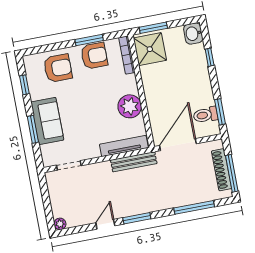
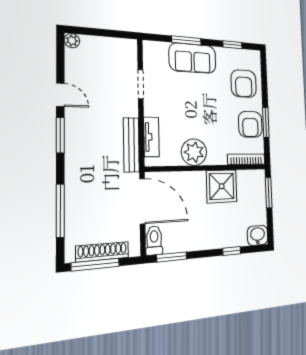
shower: (150, 49) -> (222, 186), moved
toilet: (206, 115) -> (154, 240), moved
tv unit: (124, 146) -> (152, 137), width x0.71
doorway: (69, 165) -> (141, 84), moved

